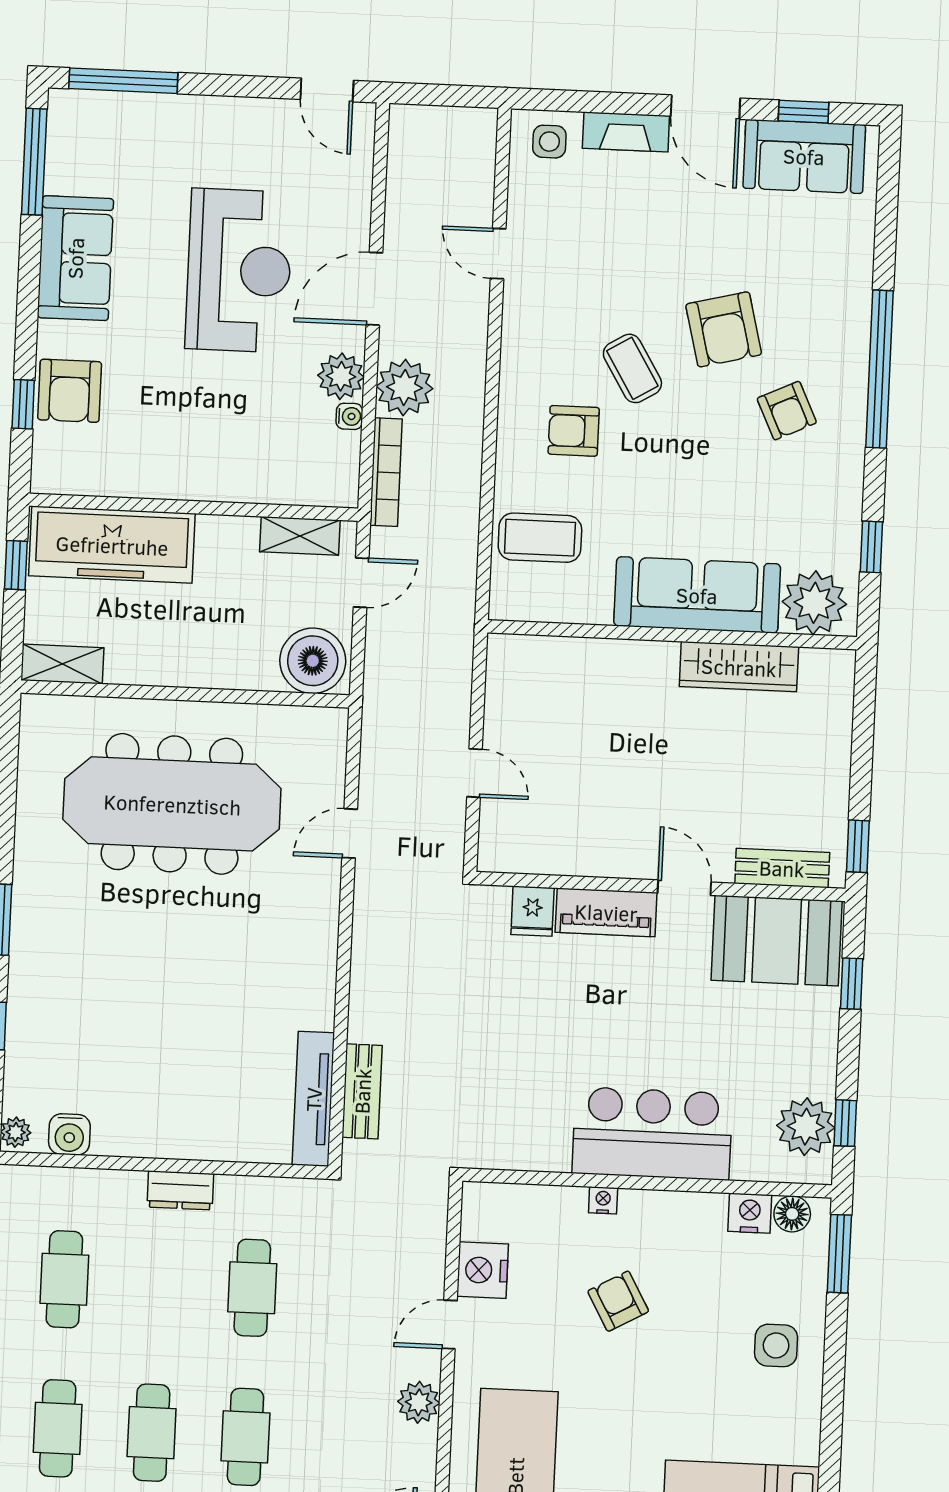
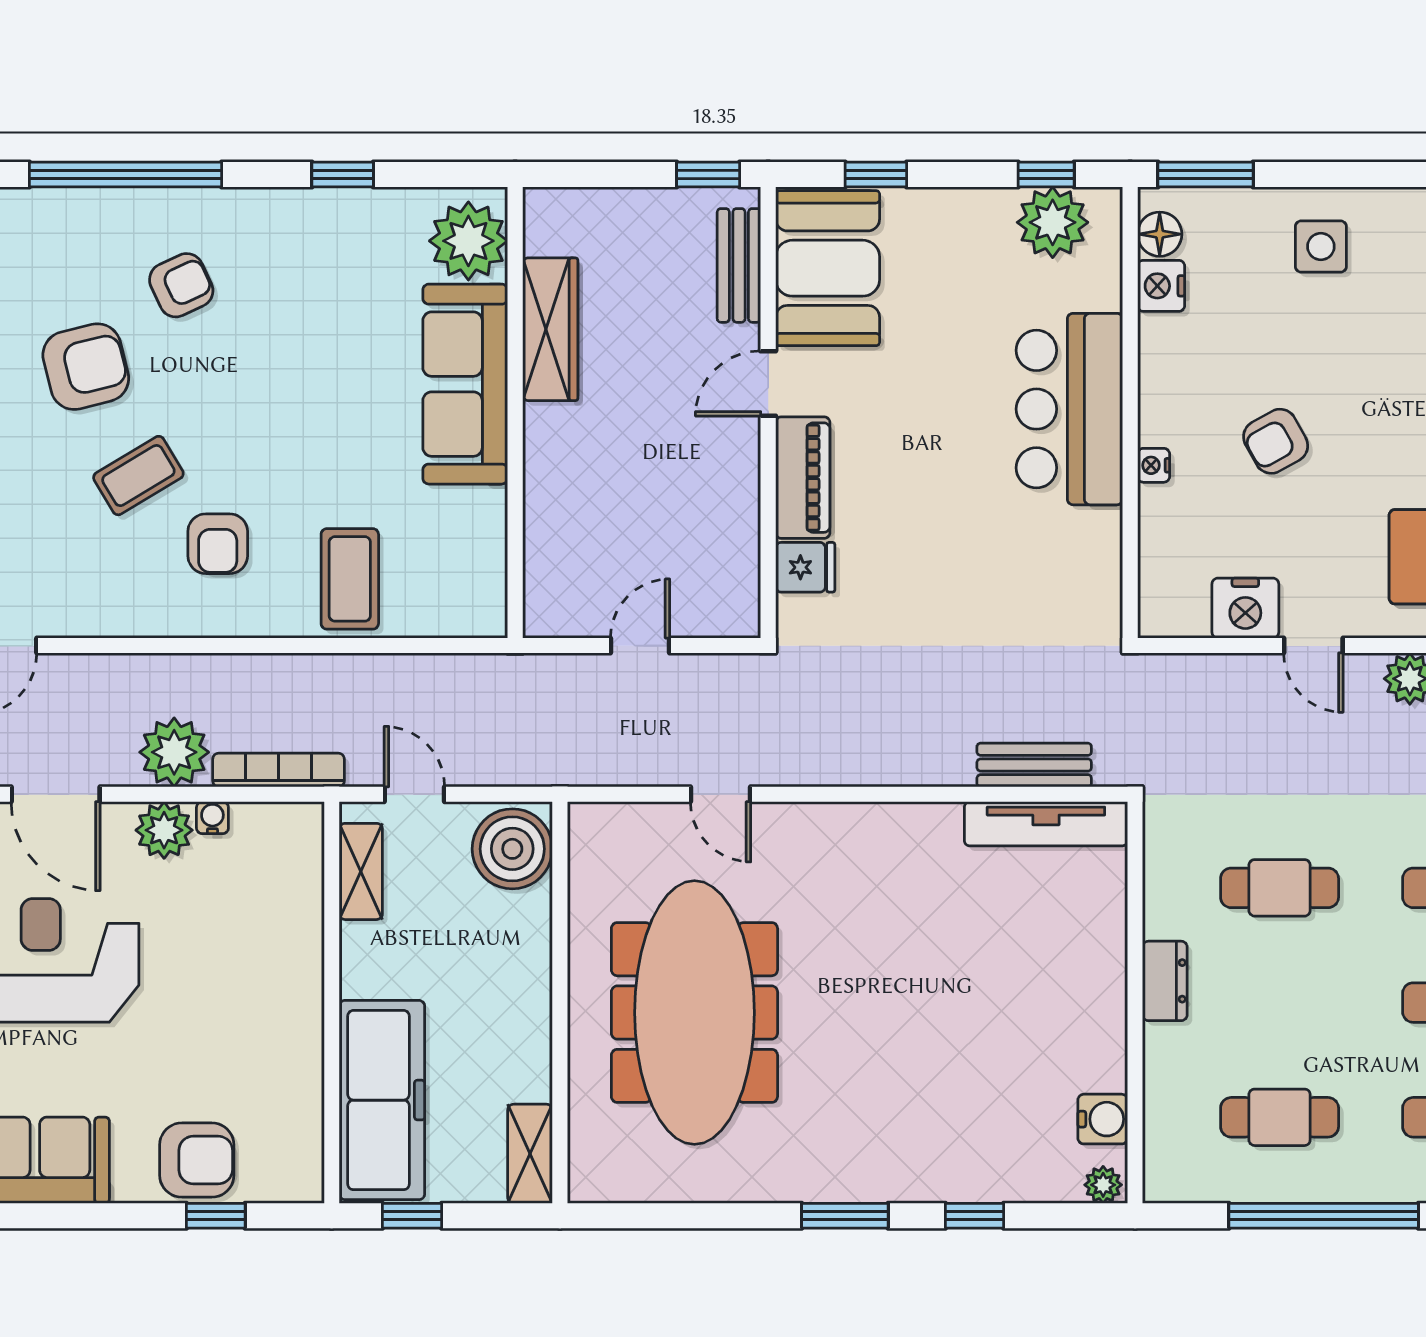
sofa: (697, 595) -> (465, 384), moved
plant: (814, 603) -> (468, 241), moved
wall: (672, 635) -> (515, 412), moved
wardrobe: (739, 667) -> (550, 329), moved

